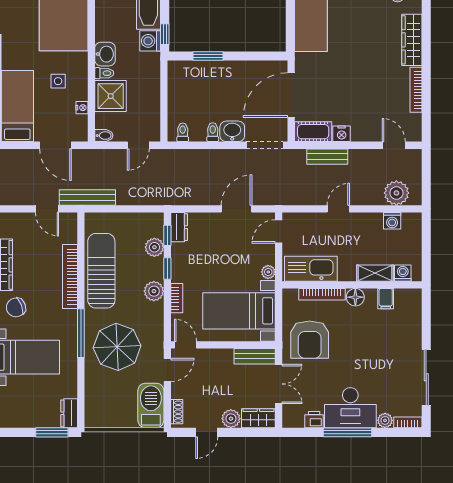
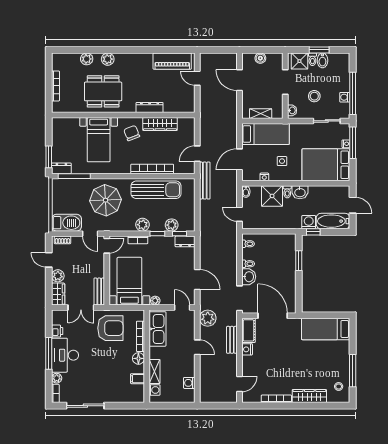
plant: (396, 193) -> (208, 318), moved
window: (81, 333) -> (74, 176), moved
armchair: (310, 340) -> (110, 328), turned 180

